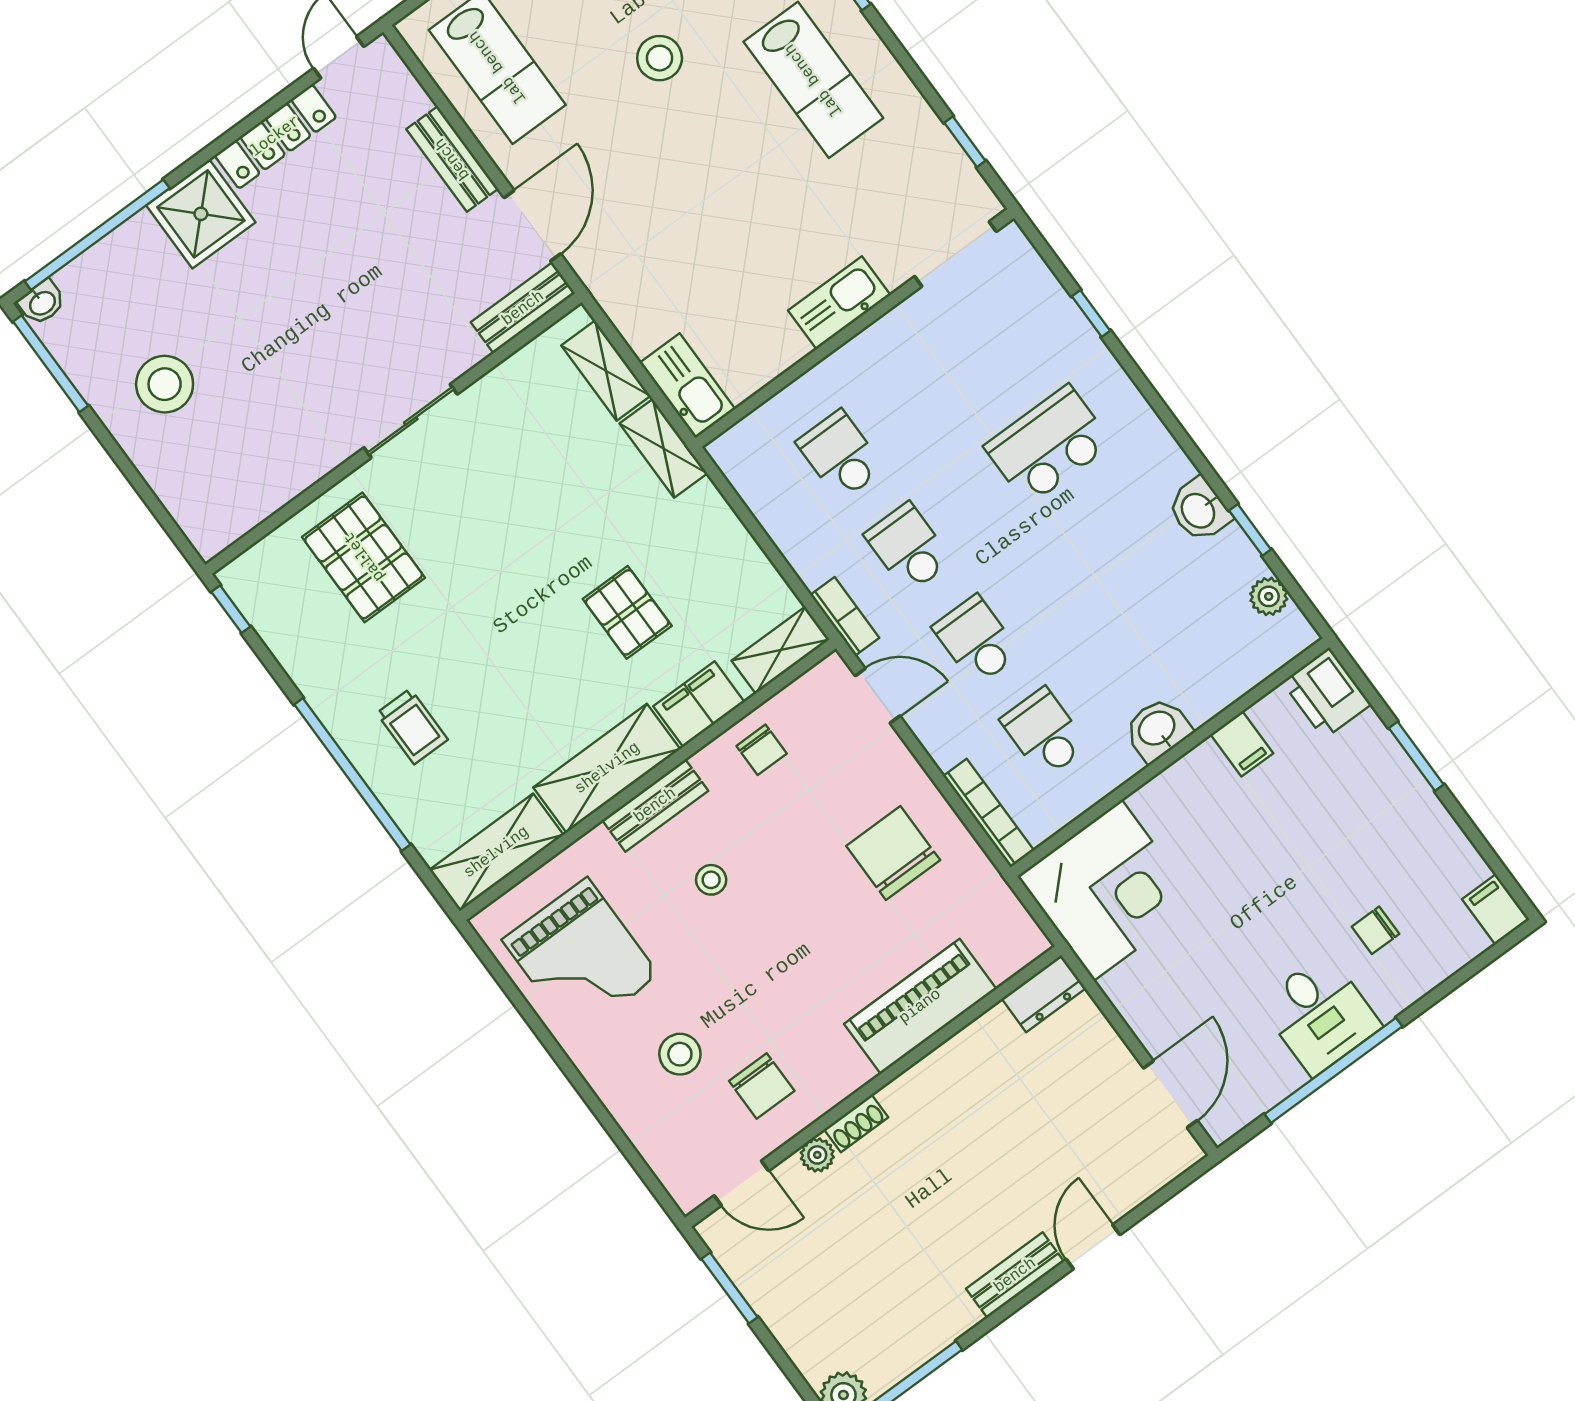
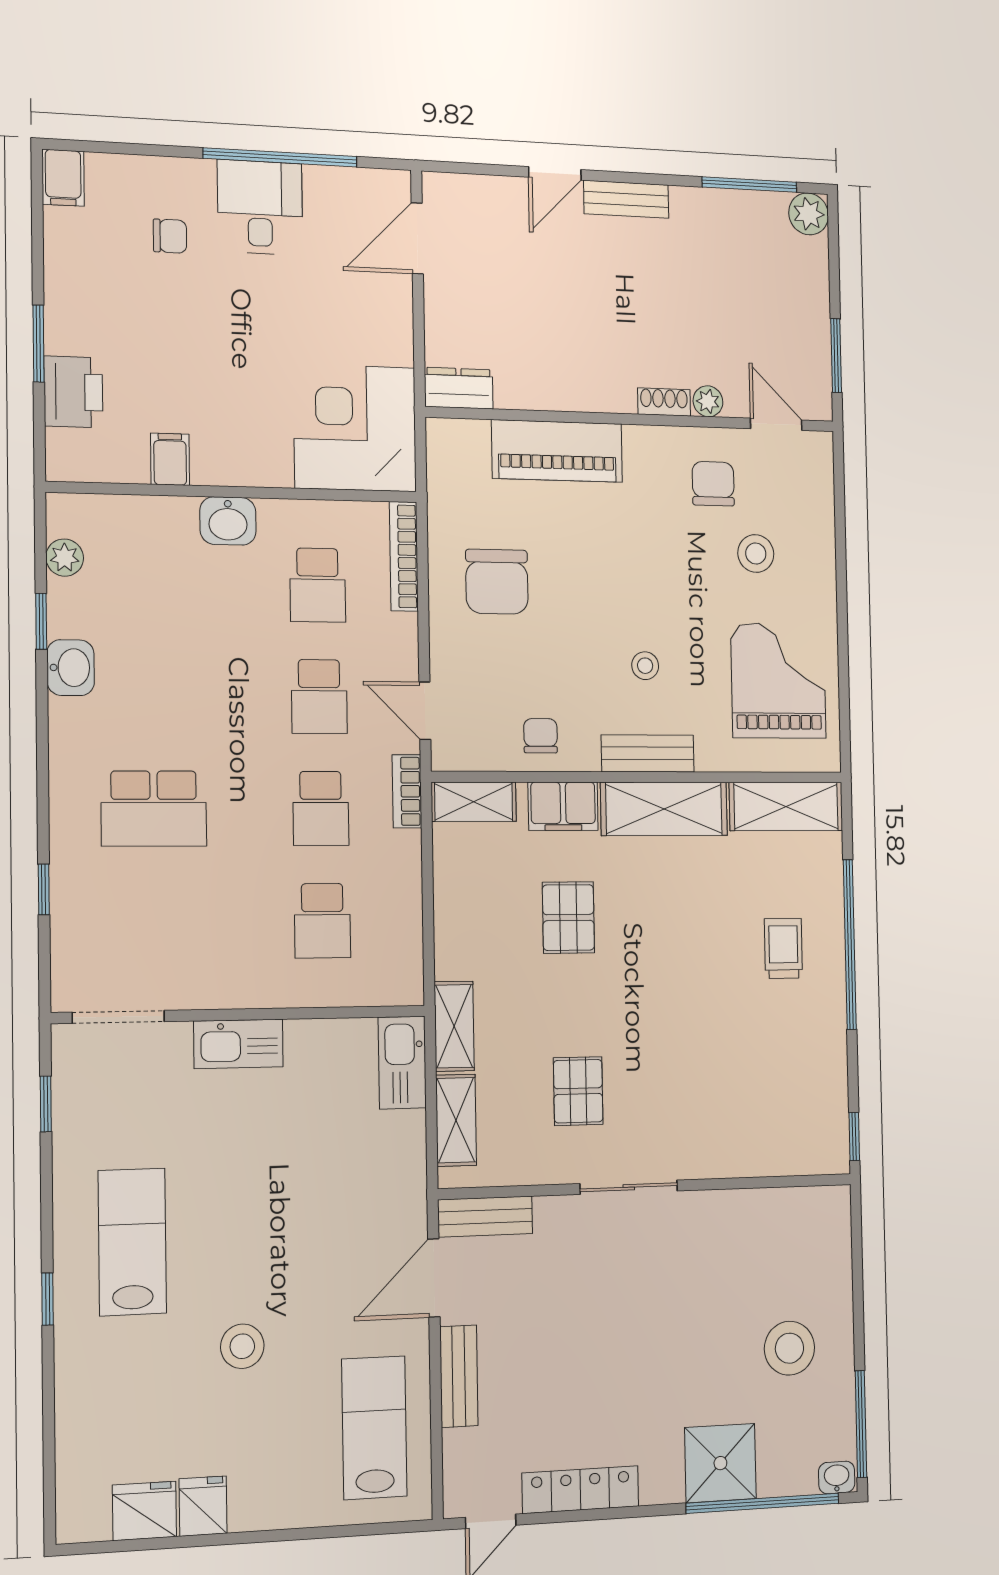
shower: (201, 214) -> (720, 1463), moved
pallet: (364, 557) -> (578, 1091), moved, width x0.67, depth x0.71
printer: (1327, 693) -> (73, 392), moved

